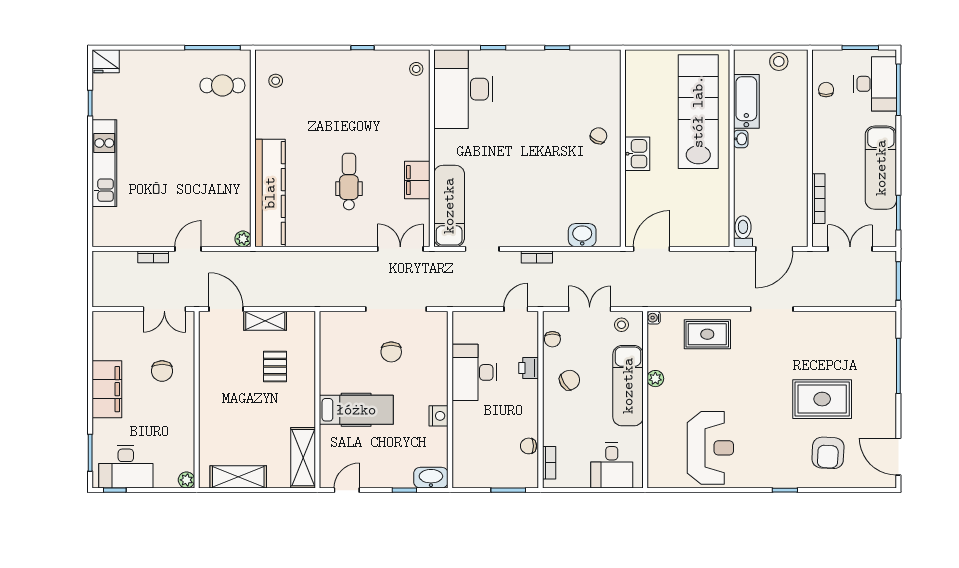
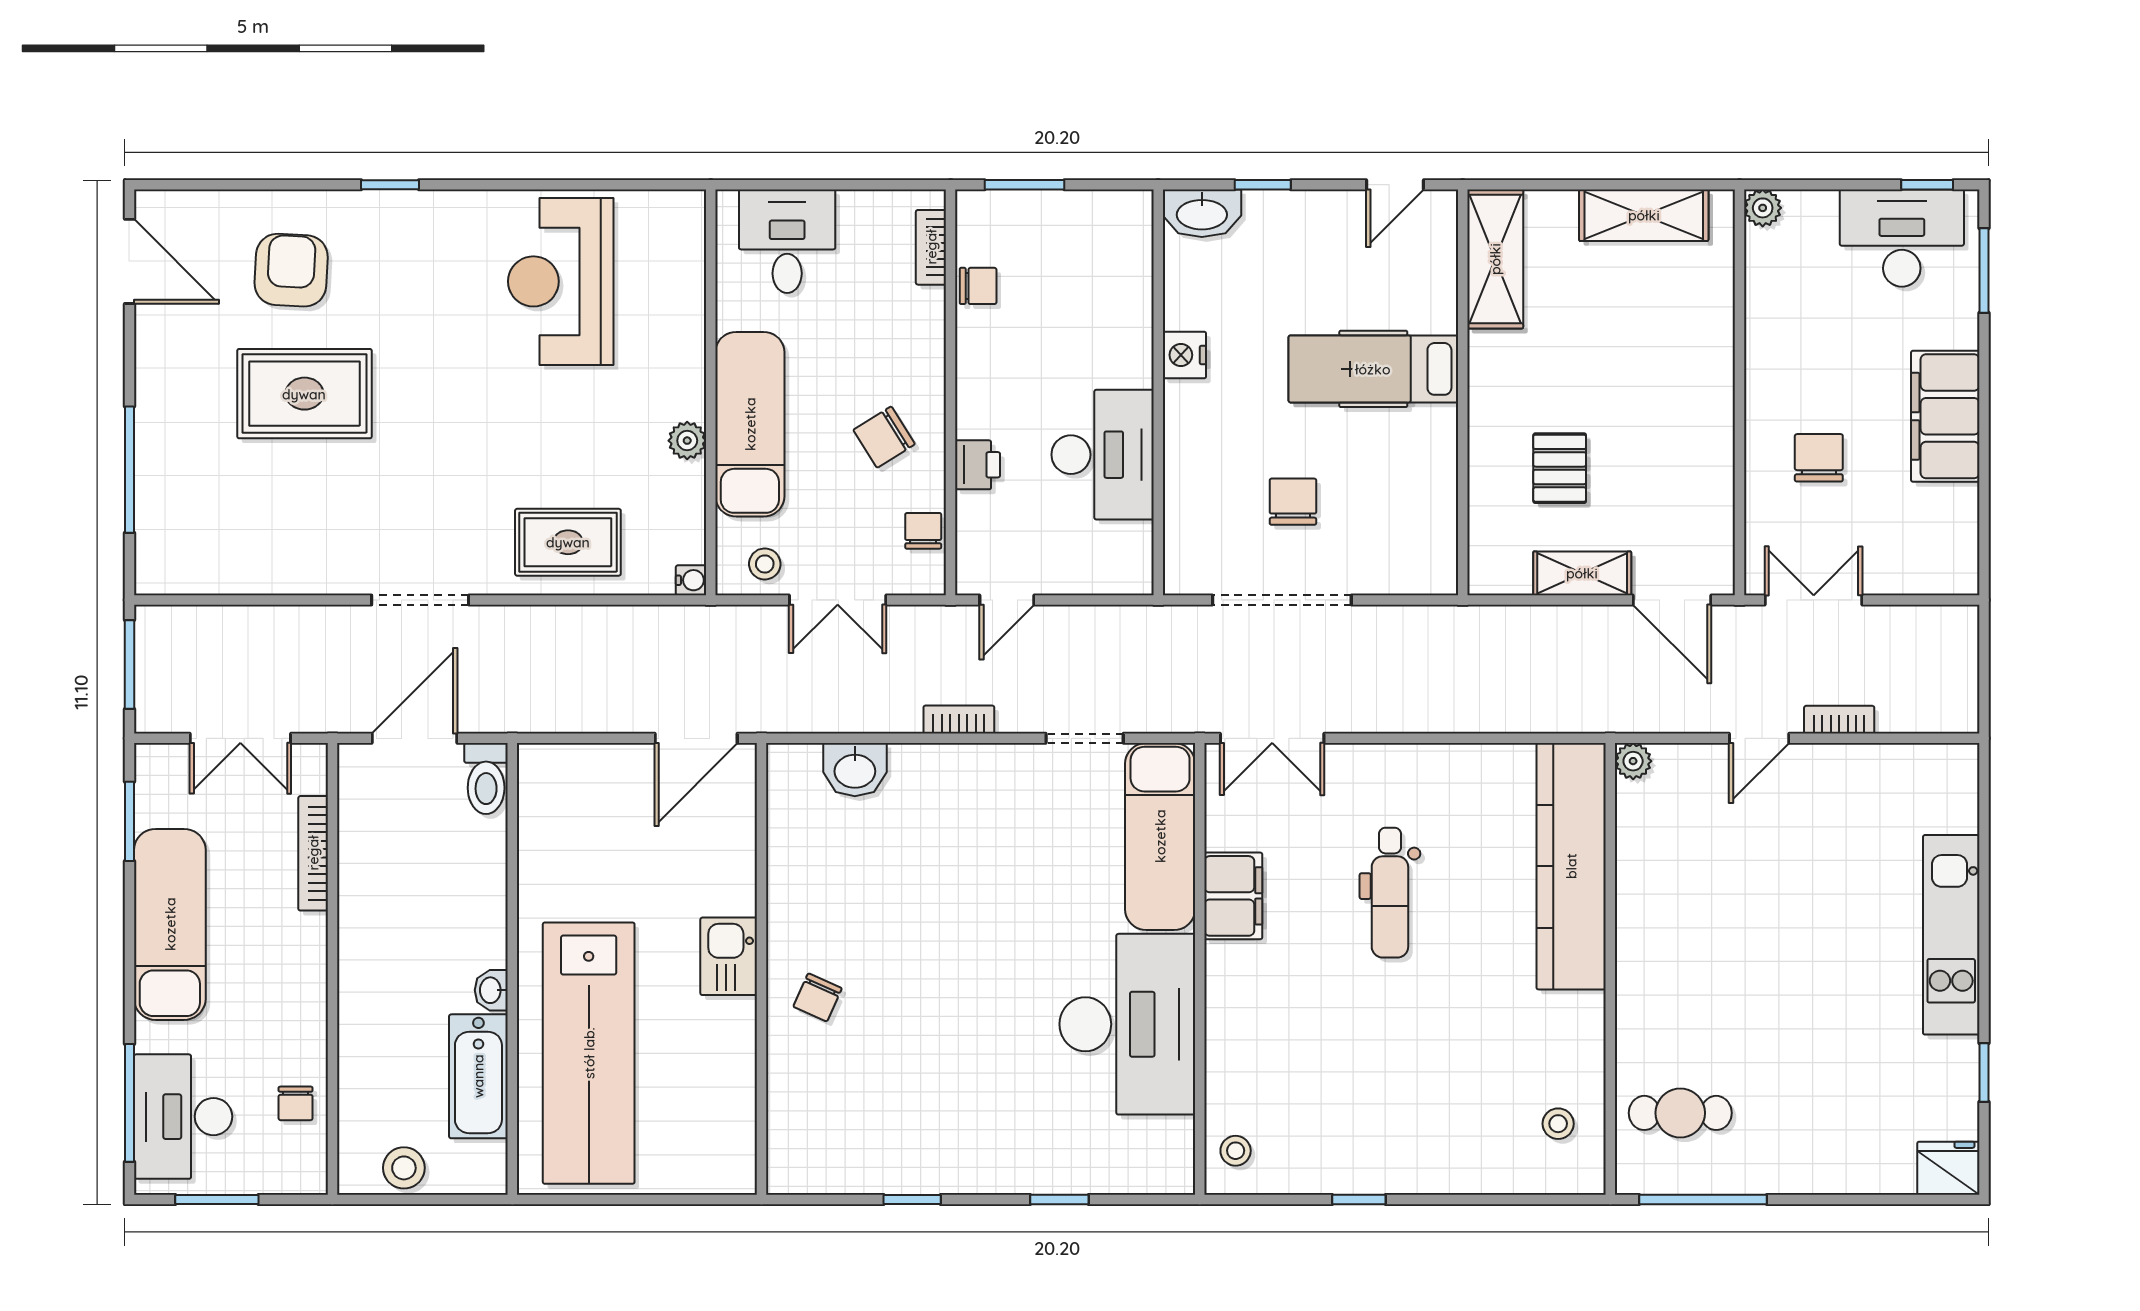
desk: (463, 89) -> (1127, 1024), moved

